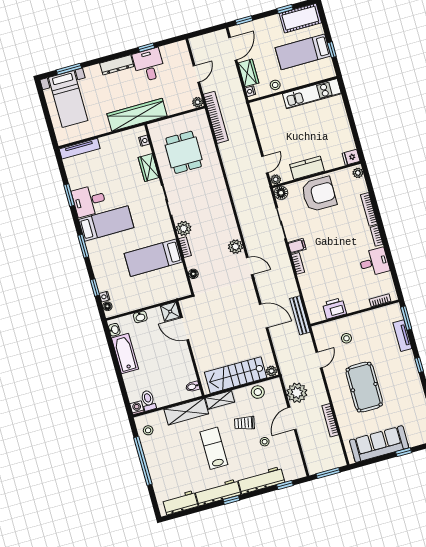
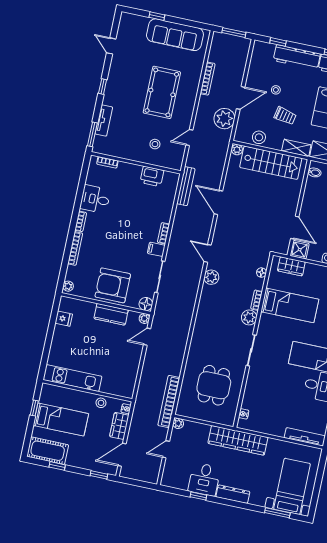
fridge: (351, 157) -> (64, 319), moved
wardrobe: (149, 168) -> (291, 266), moved, turned 90

